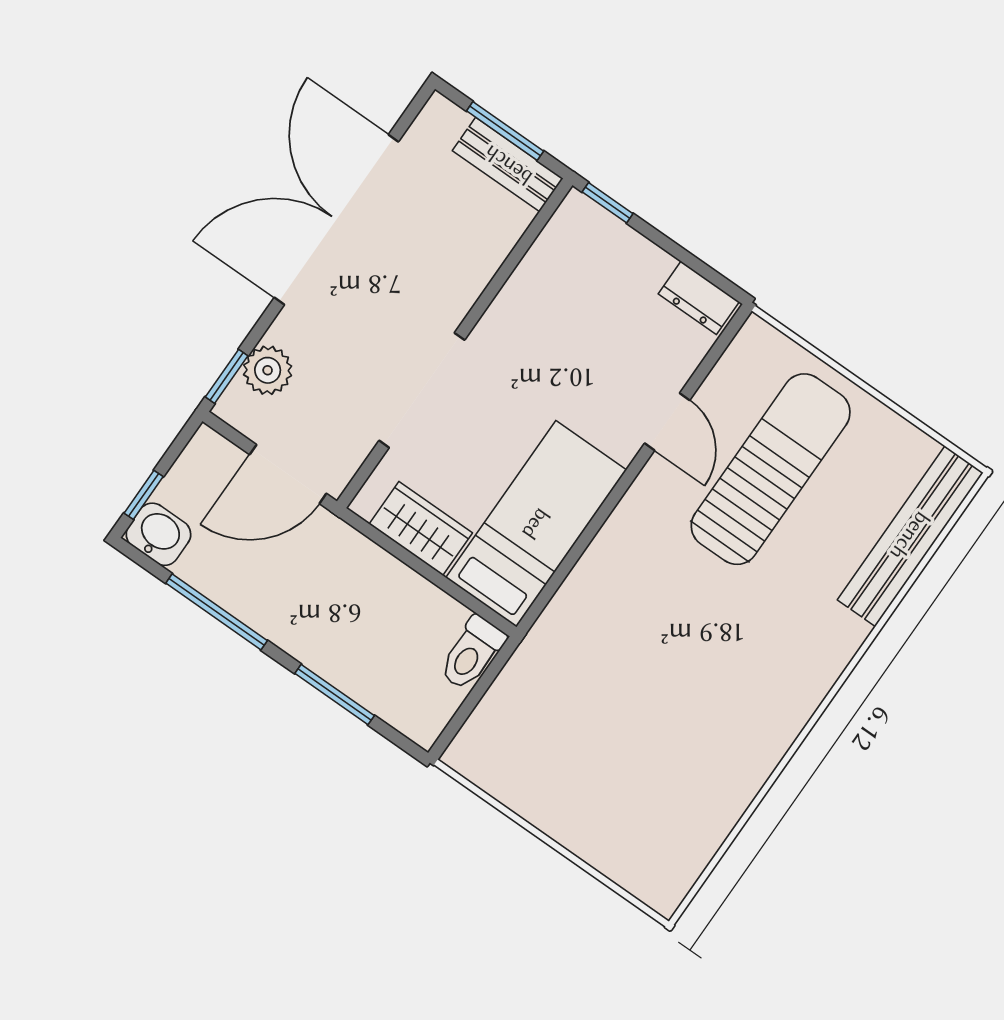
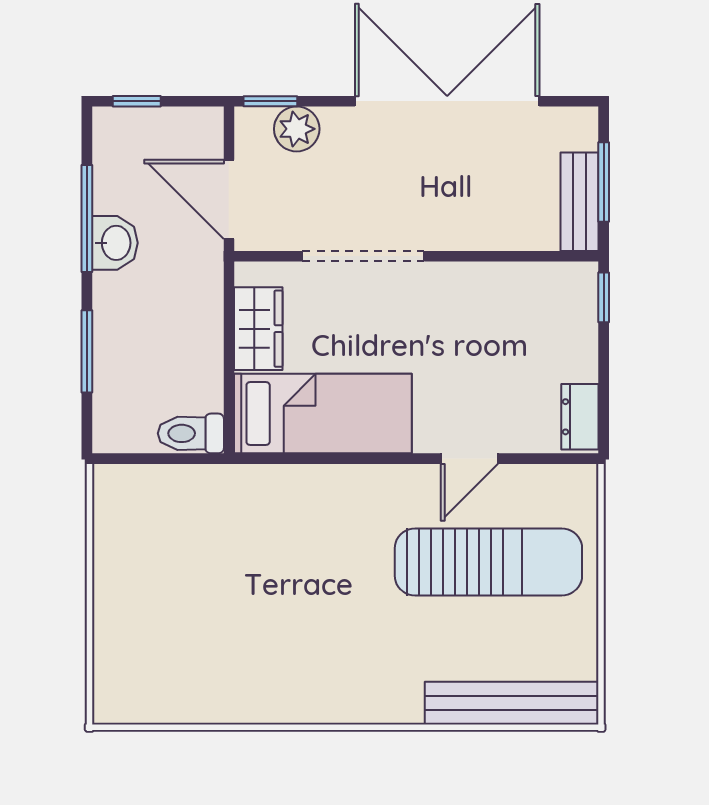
washbasin: (158, 534) -> (115, 243), moved

